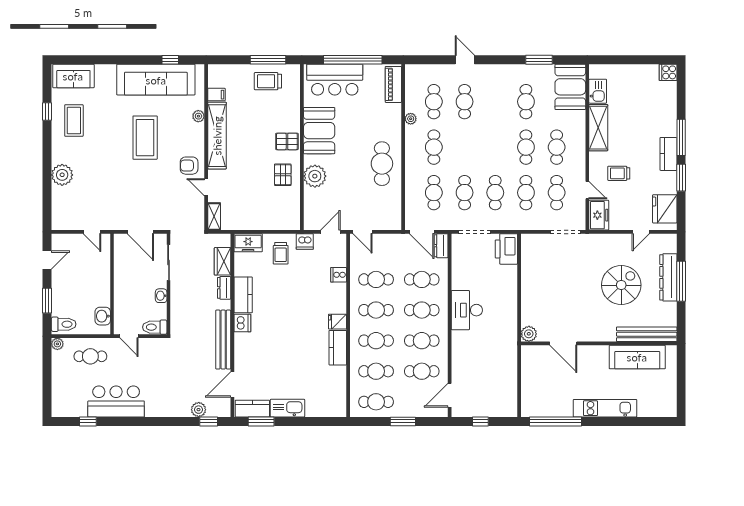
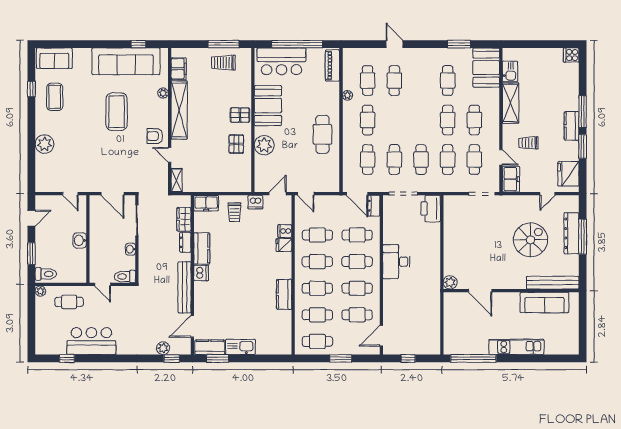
filing cabinet: (216, 95) -> (179, 69), width x2.00
washbasin: (103, 316) -> (80, 240), moved
fridge: (337, 322) -> (284, 245), moved

